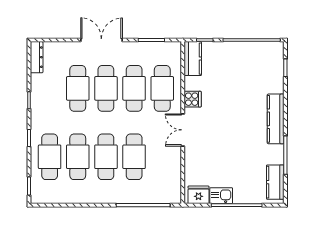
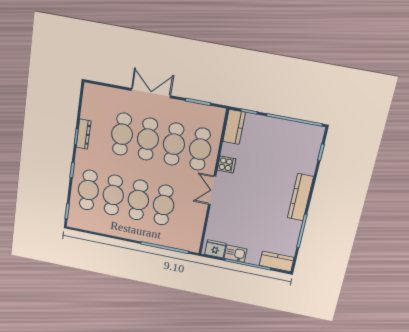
dresser: (37, 57) -> (84, 134), moved
kitchen counter: (275, 182) -> (277, 261), moved, turned 90

